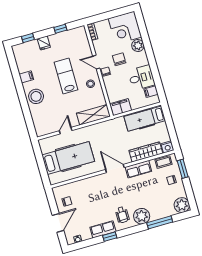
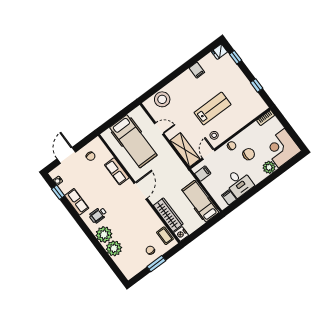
fridge: (44, 43) -> (219, 52), moved
door: (96, 62) -> (209, 154), moved
stool: (36, 96) -> (162, 99), moved
filing cabinet: (121, 107) -> (203, 174), width x0.50
row of seats: (138, 169) -> (117, 171), moved
window: (183, 169) -> (156, 264), moved
plant: (182, 205) -> (114, 248), moved
window: (160, 222) -> (105, 254), removed
door: (58, 223) -> (66, 155), swing flipped
window: (110, 237) -> (58, 192), moved

